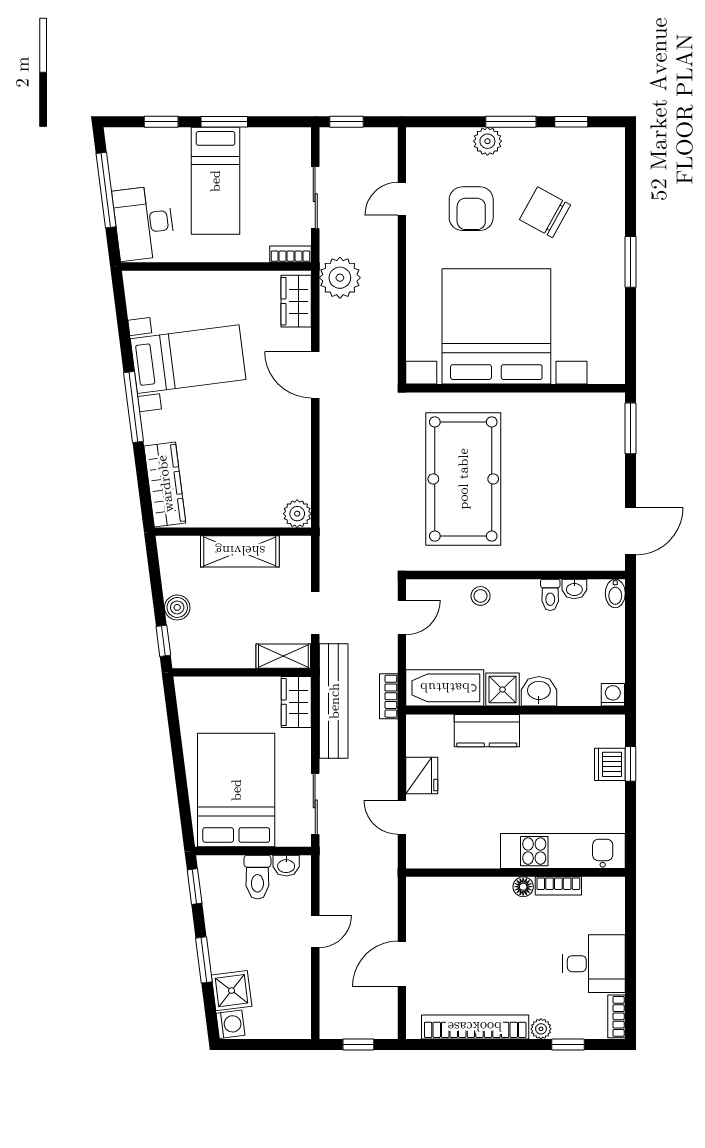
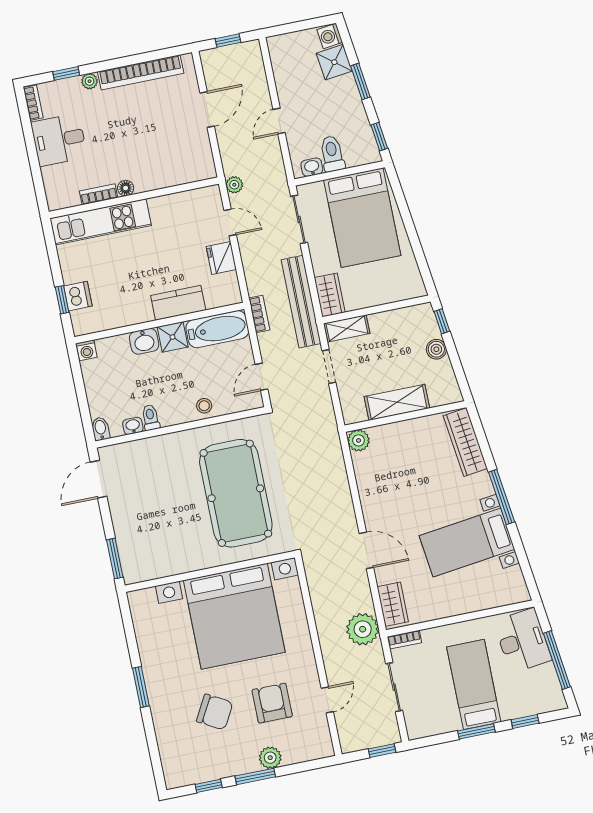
plant: (387, 863) -> (234, 185), added

